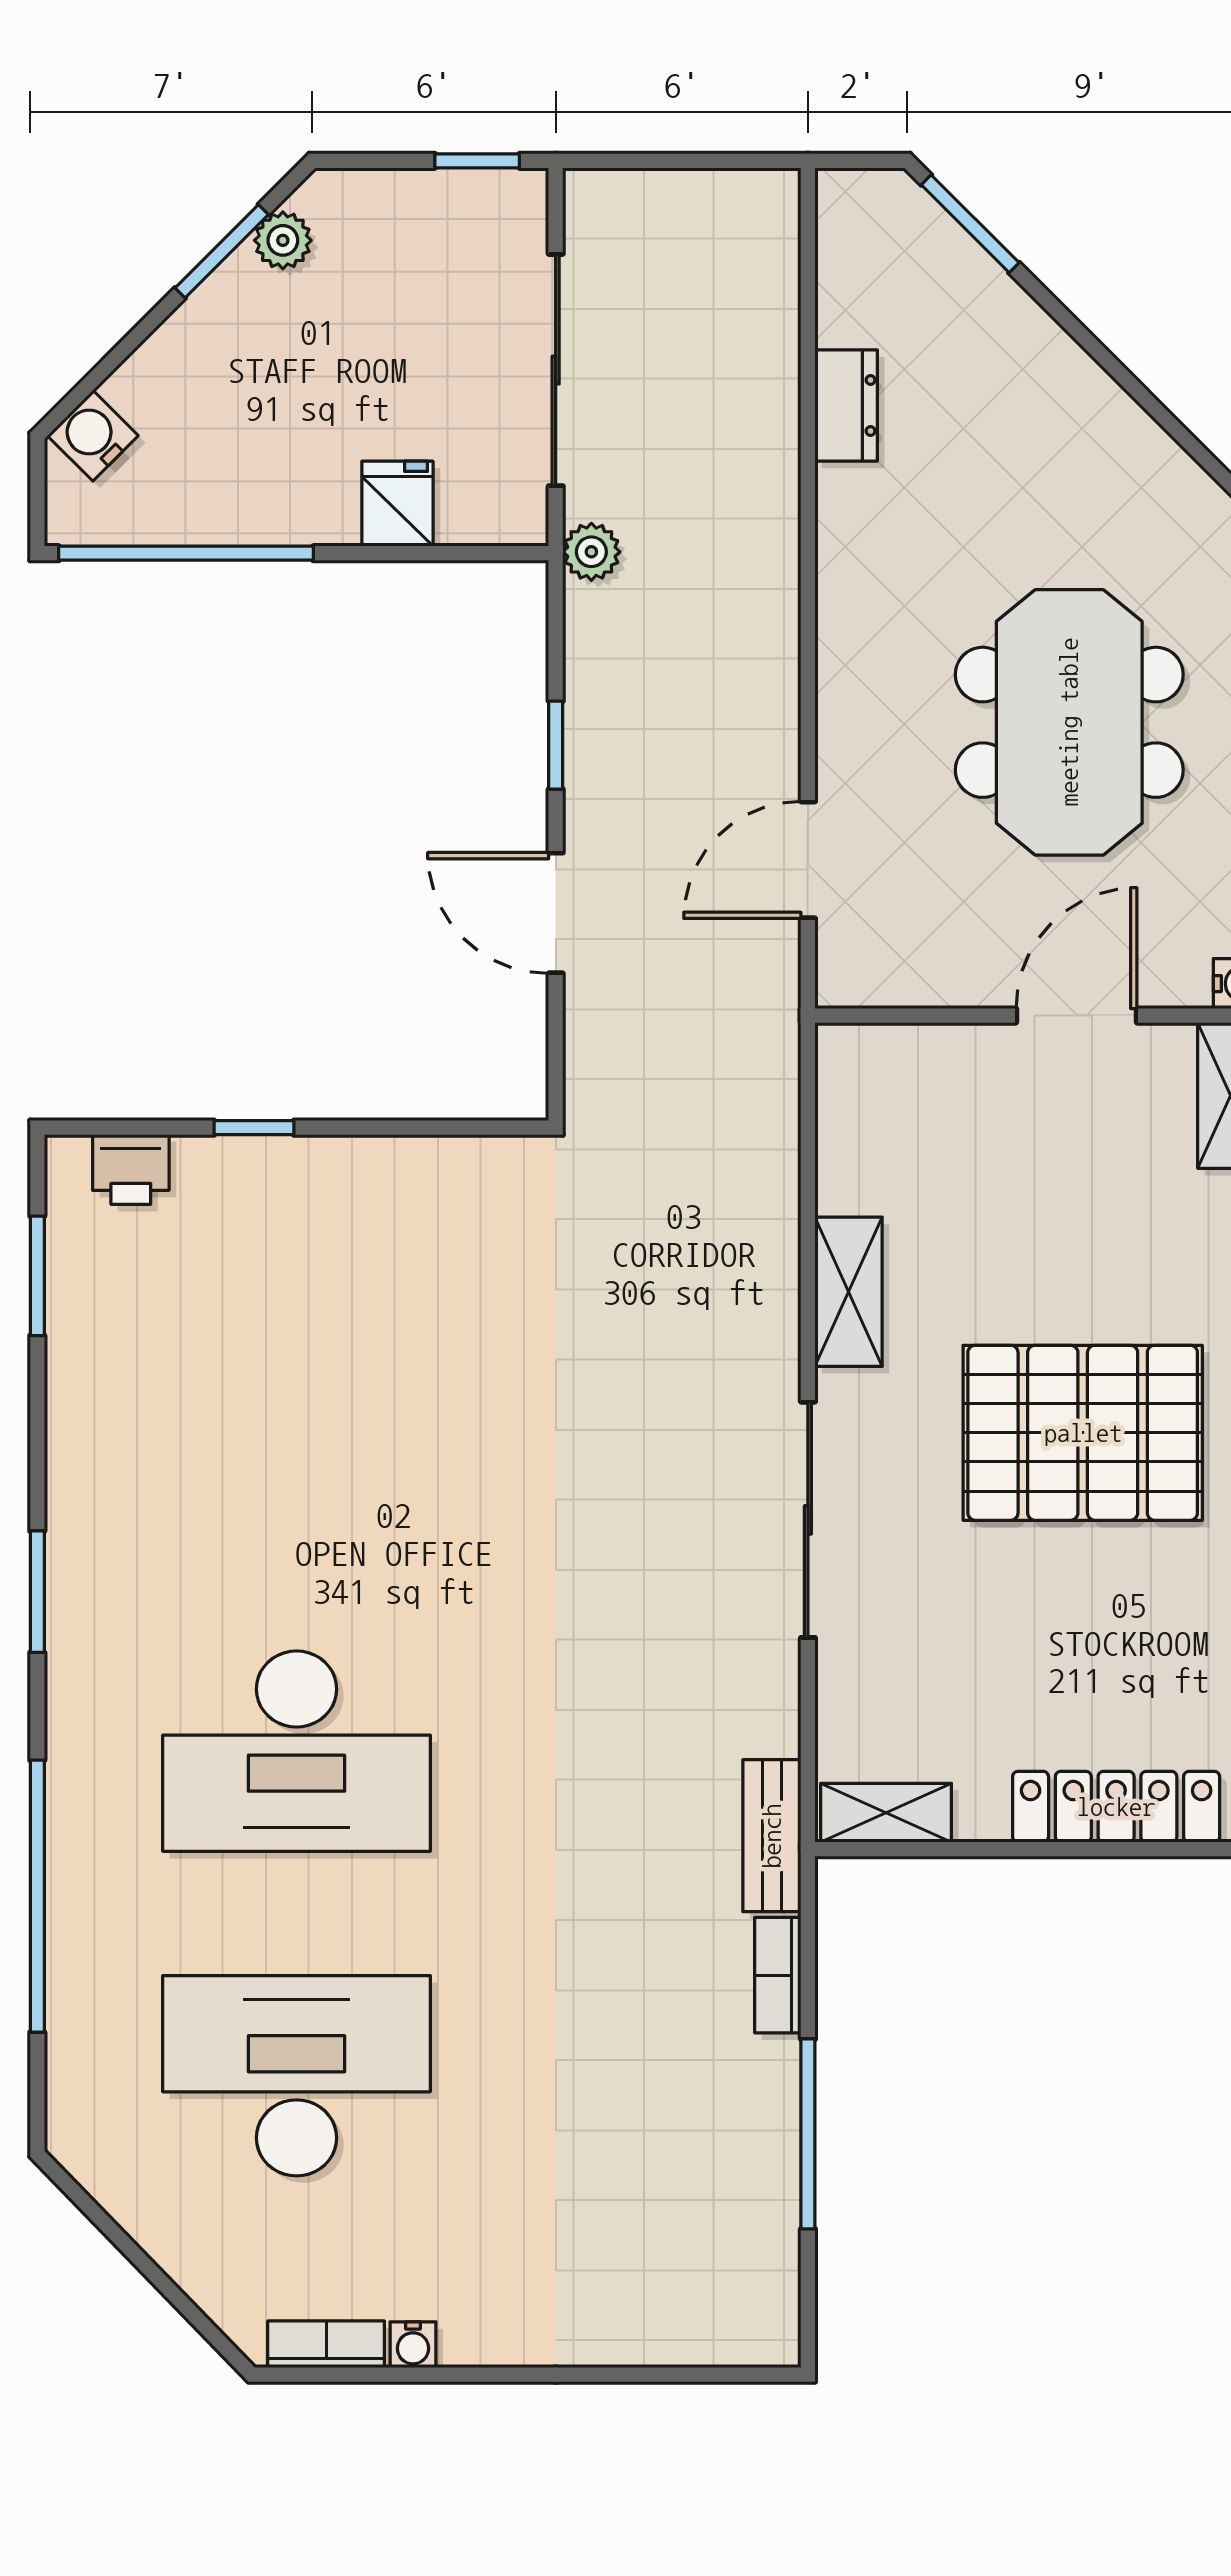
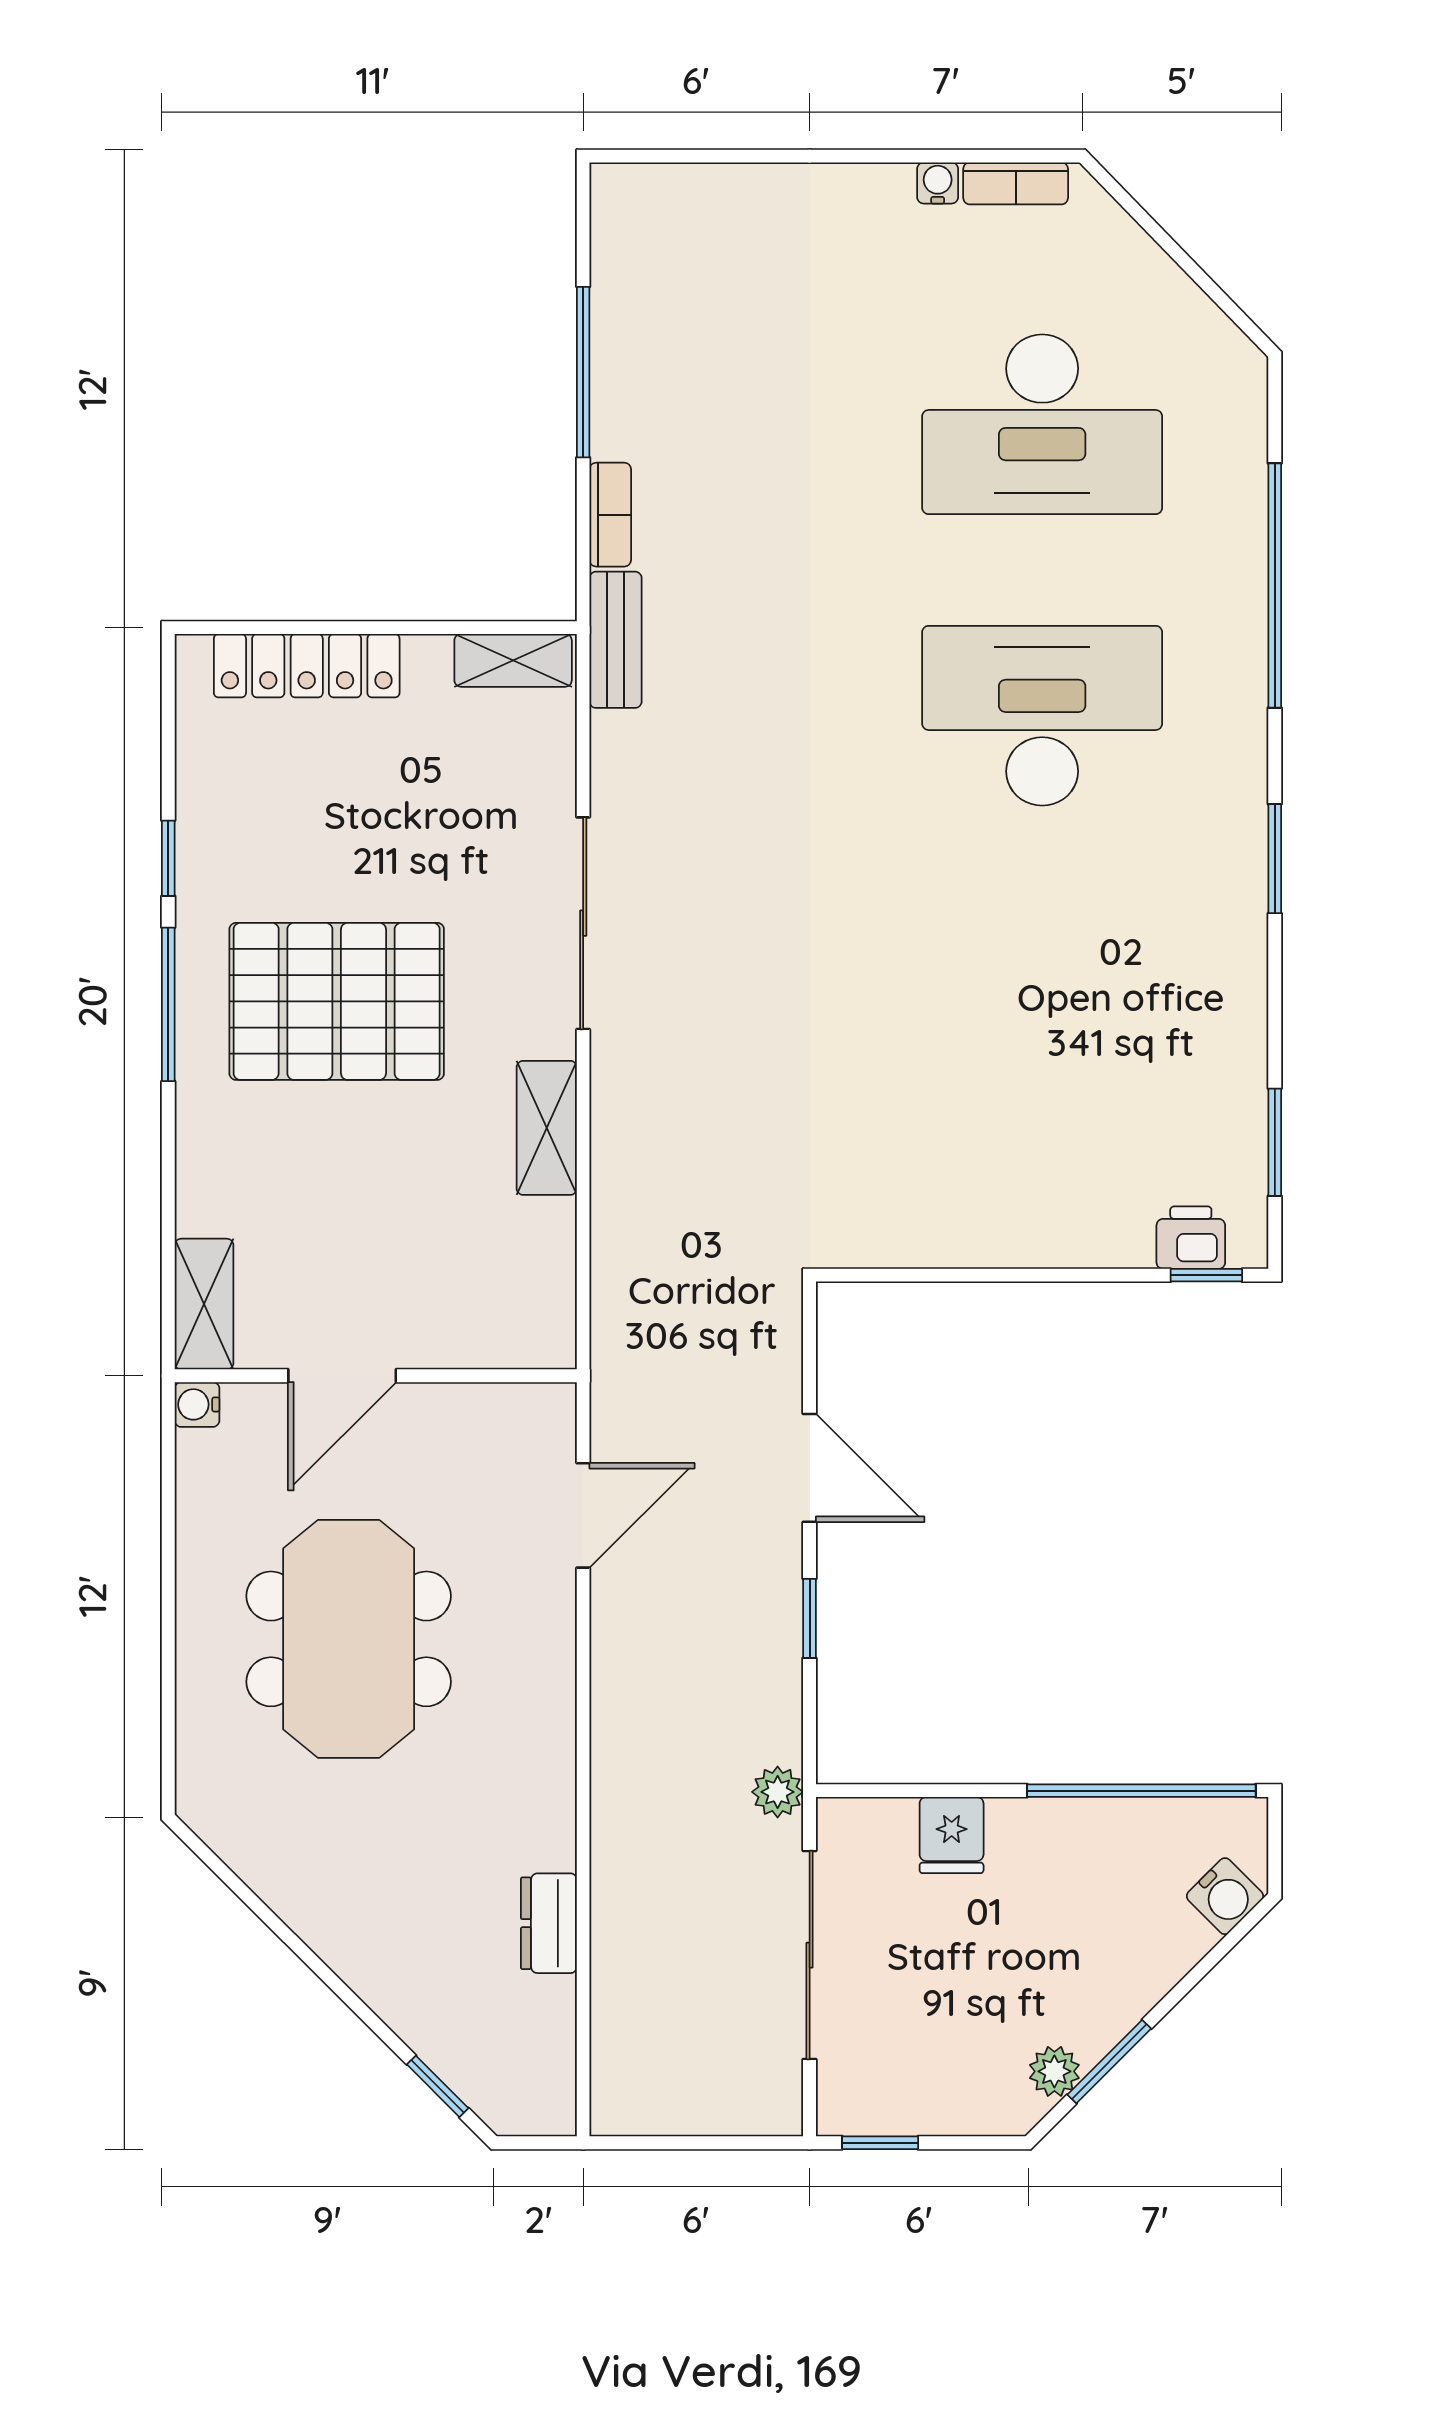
window: (970, 224) -> (438, 2086), width x0.67
window: (254, 1128) -> (1206, 1275), moved

